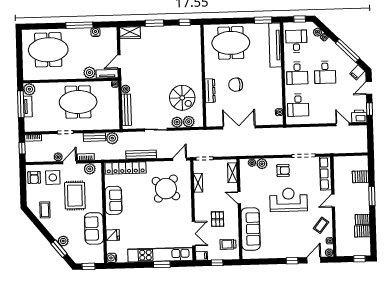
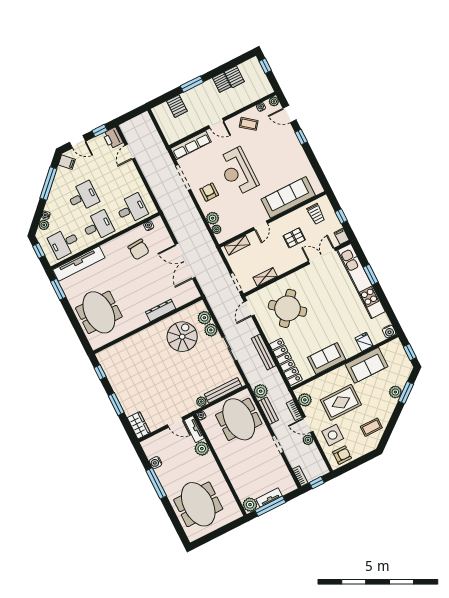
chair: (236, 85) -> (139, 249), moved
meeting table: (78, 102) -> (239, 419), moved
door: (180, 159) -> (249, 308), hinge flipped

